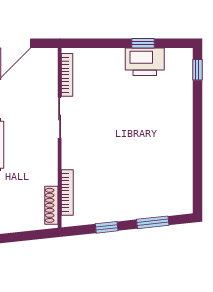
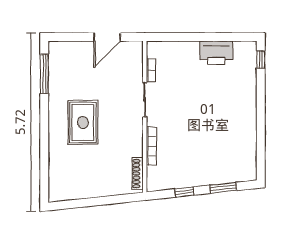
window: (143, 43) -> (215, 37), removed
bookcase: (67, 75) -> (151, 70), width x0.64
bookcase: (67, 193) -> (151, 146), moved

